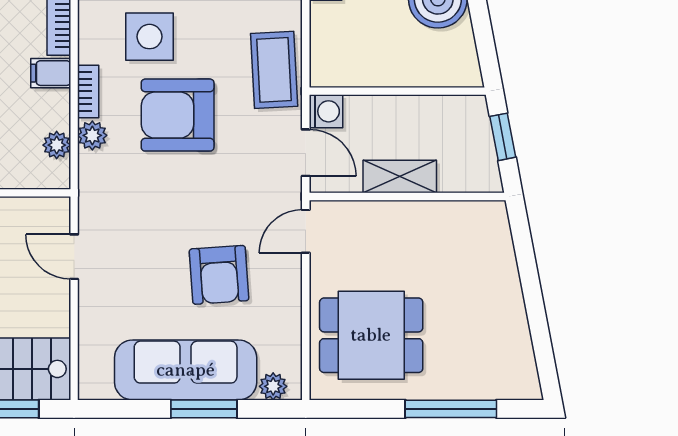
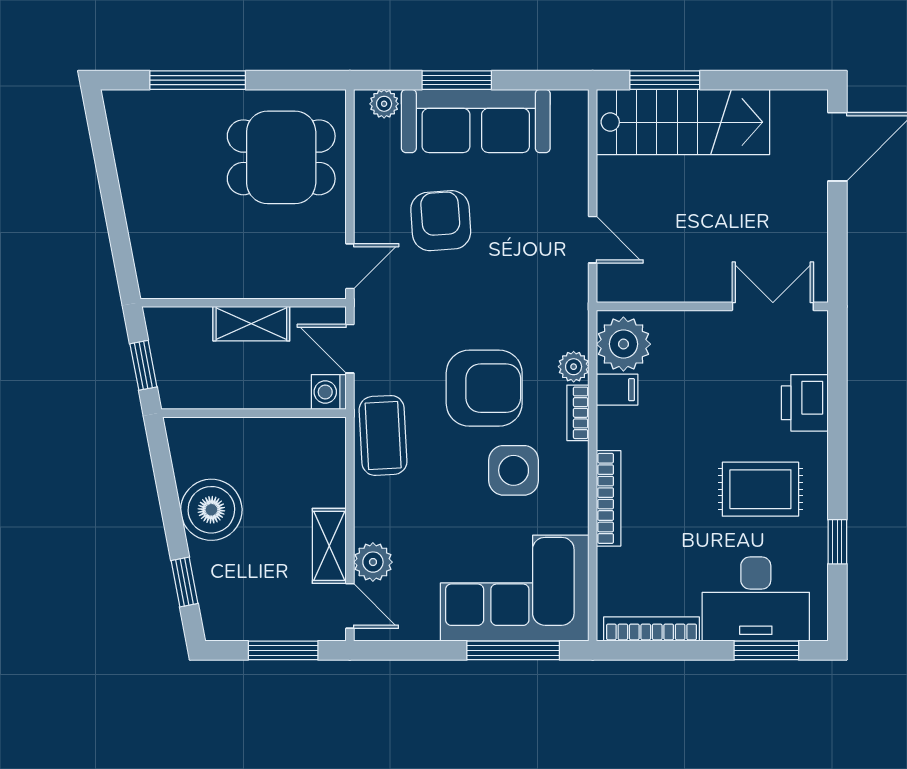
filing cabinet: (51, 73) -> (617, 390), moved
plant: (57, 145) -> (623, 344), width x1.88, depth x1.88

